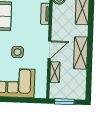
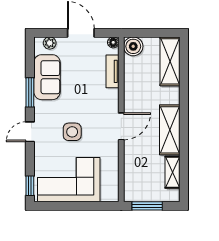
shelving: (55, 72) -> (172, 172), moved

